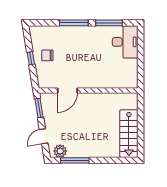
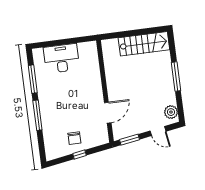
desk: (125, 42) -> (61, 58), moved
door: (67, 90) -> (108, 113), hinge flipped
window: (75, 160) -> (176, 76), moved

